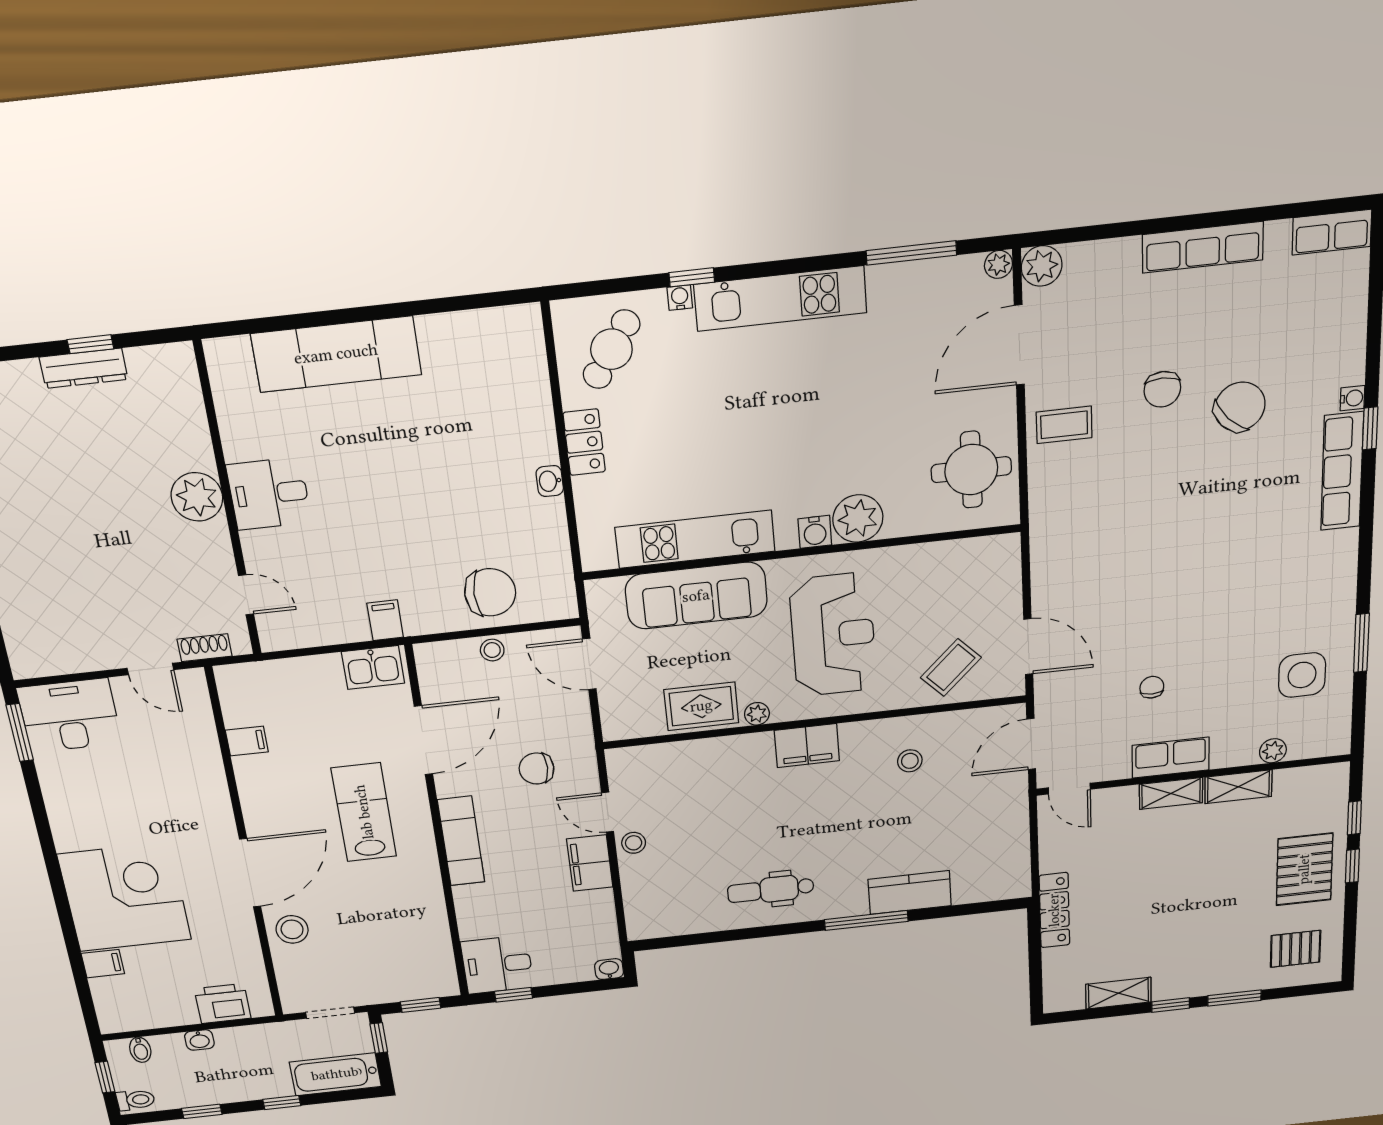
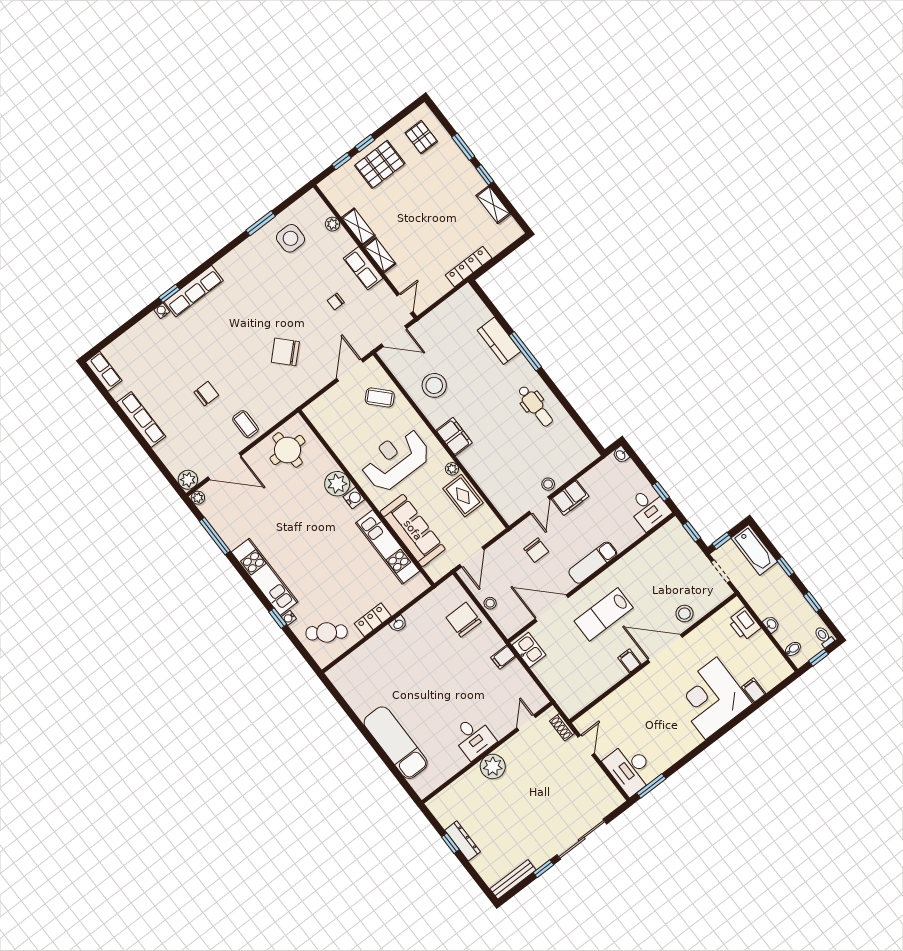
chair: (1240, 407) -> (285, 352), moved
filing cabinet: (247, 741) -> (629, 661), moved
stool: (910, 761) -> (434, 385), width x1.89, depth x1.89

